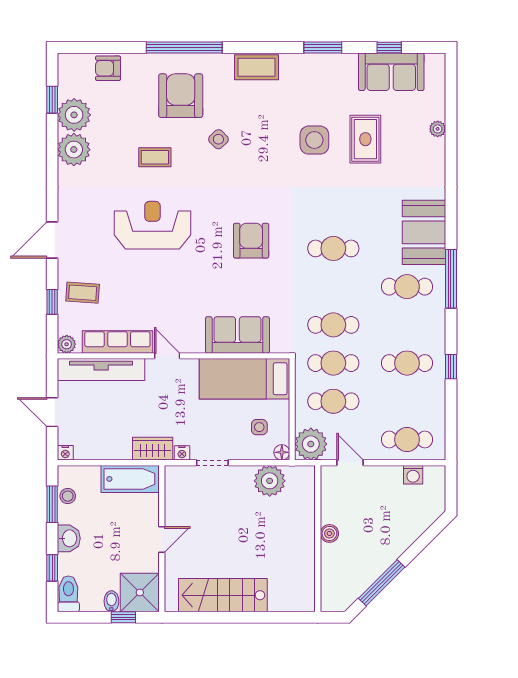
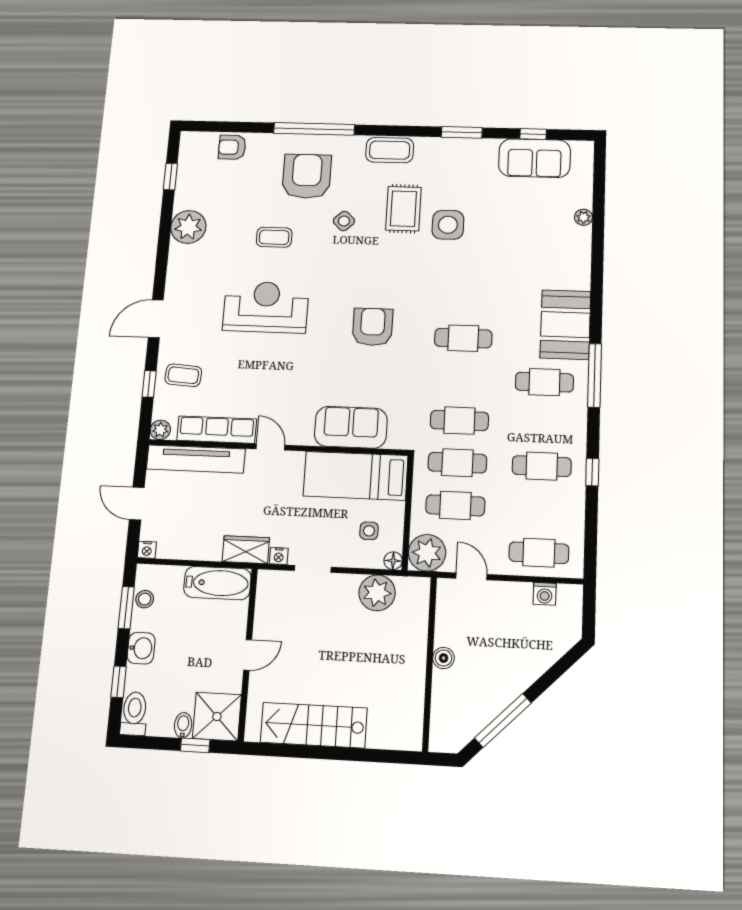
plant: (74, 115) -> (192, 192), removed
rug: (365, 139) -> (403, 209), moved

